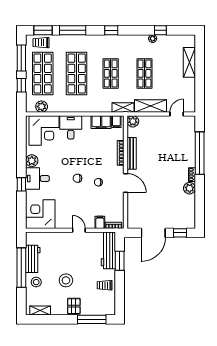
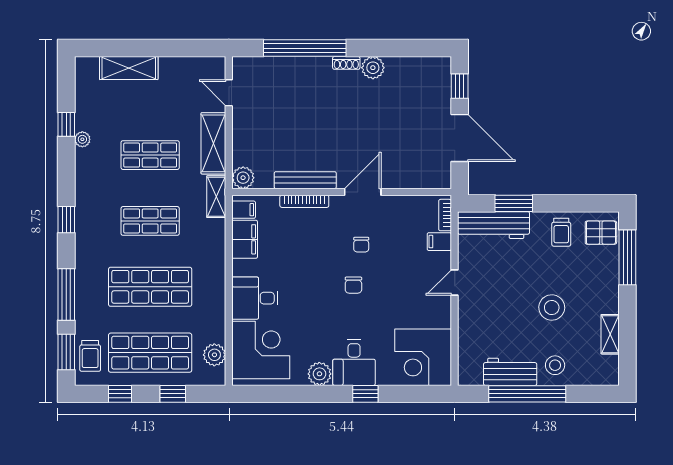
window: (21, 58) -> (120, 394), width x0.46
pallet: (74, 306) -> (601, 233), moved
shelving: (40, 310) -> (610, 334), moved

